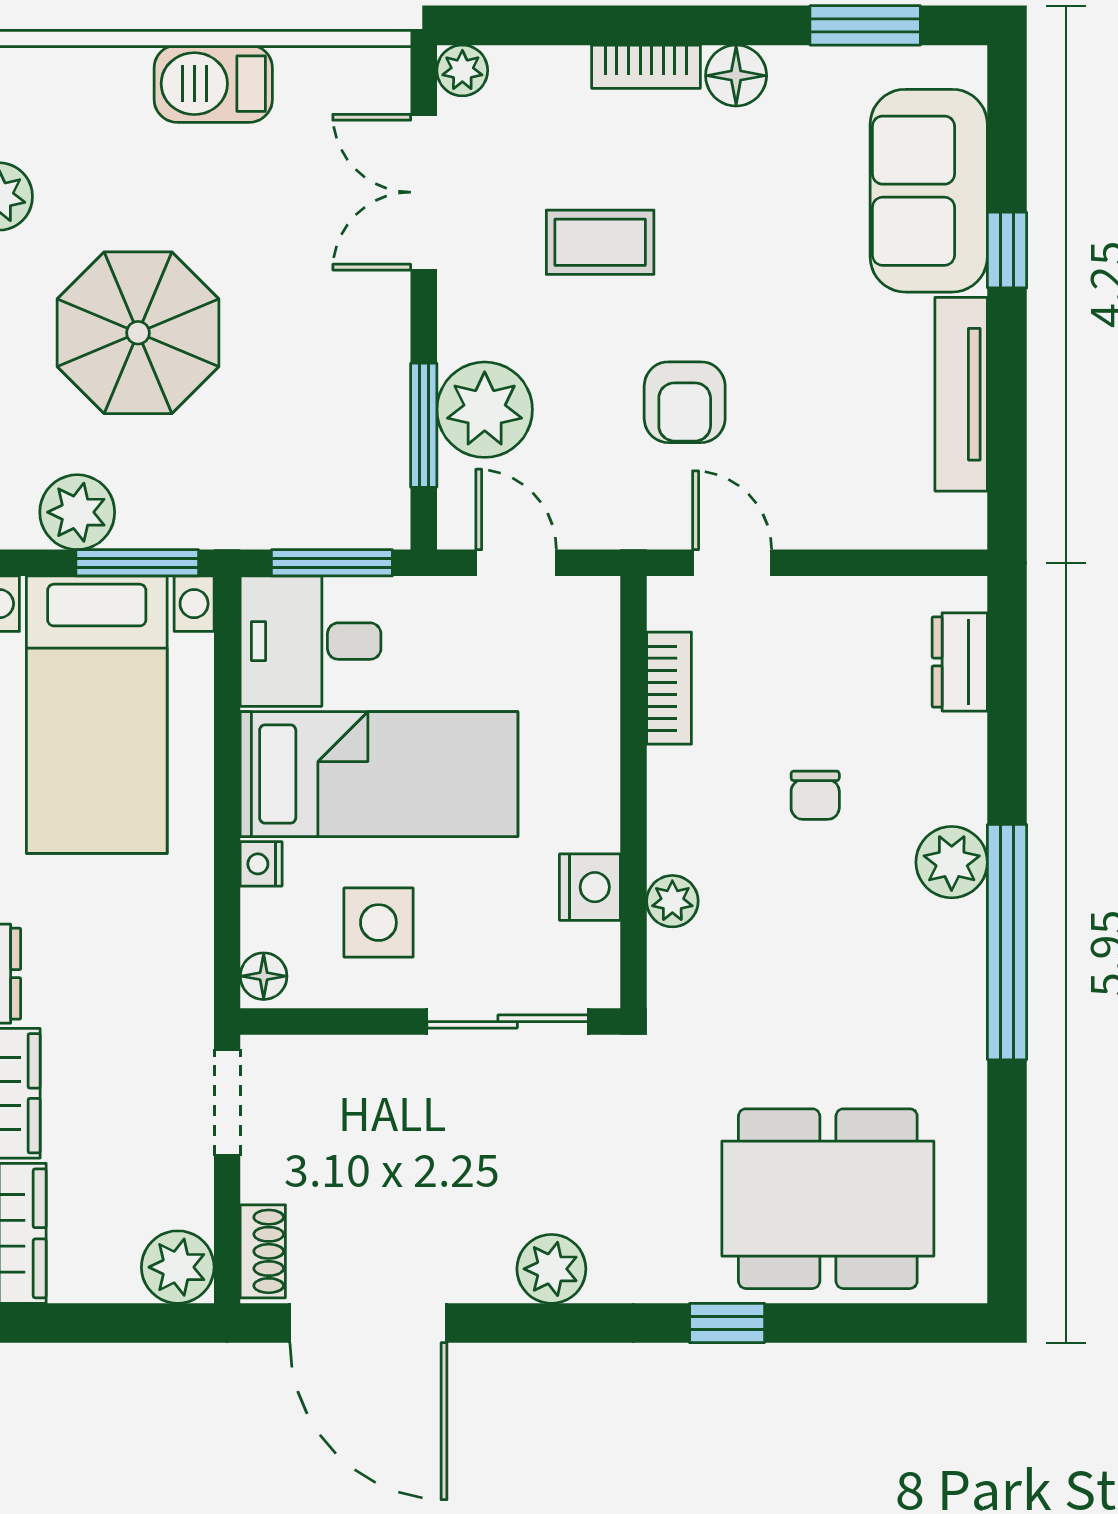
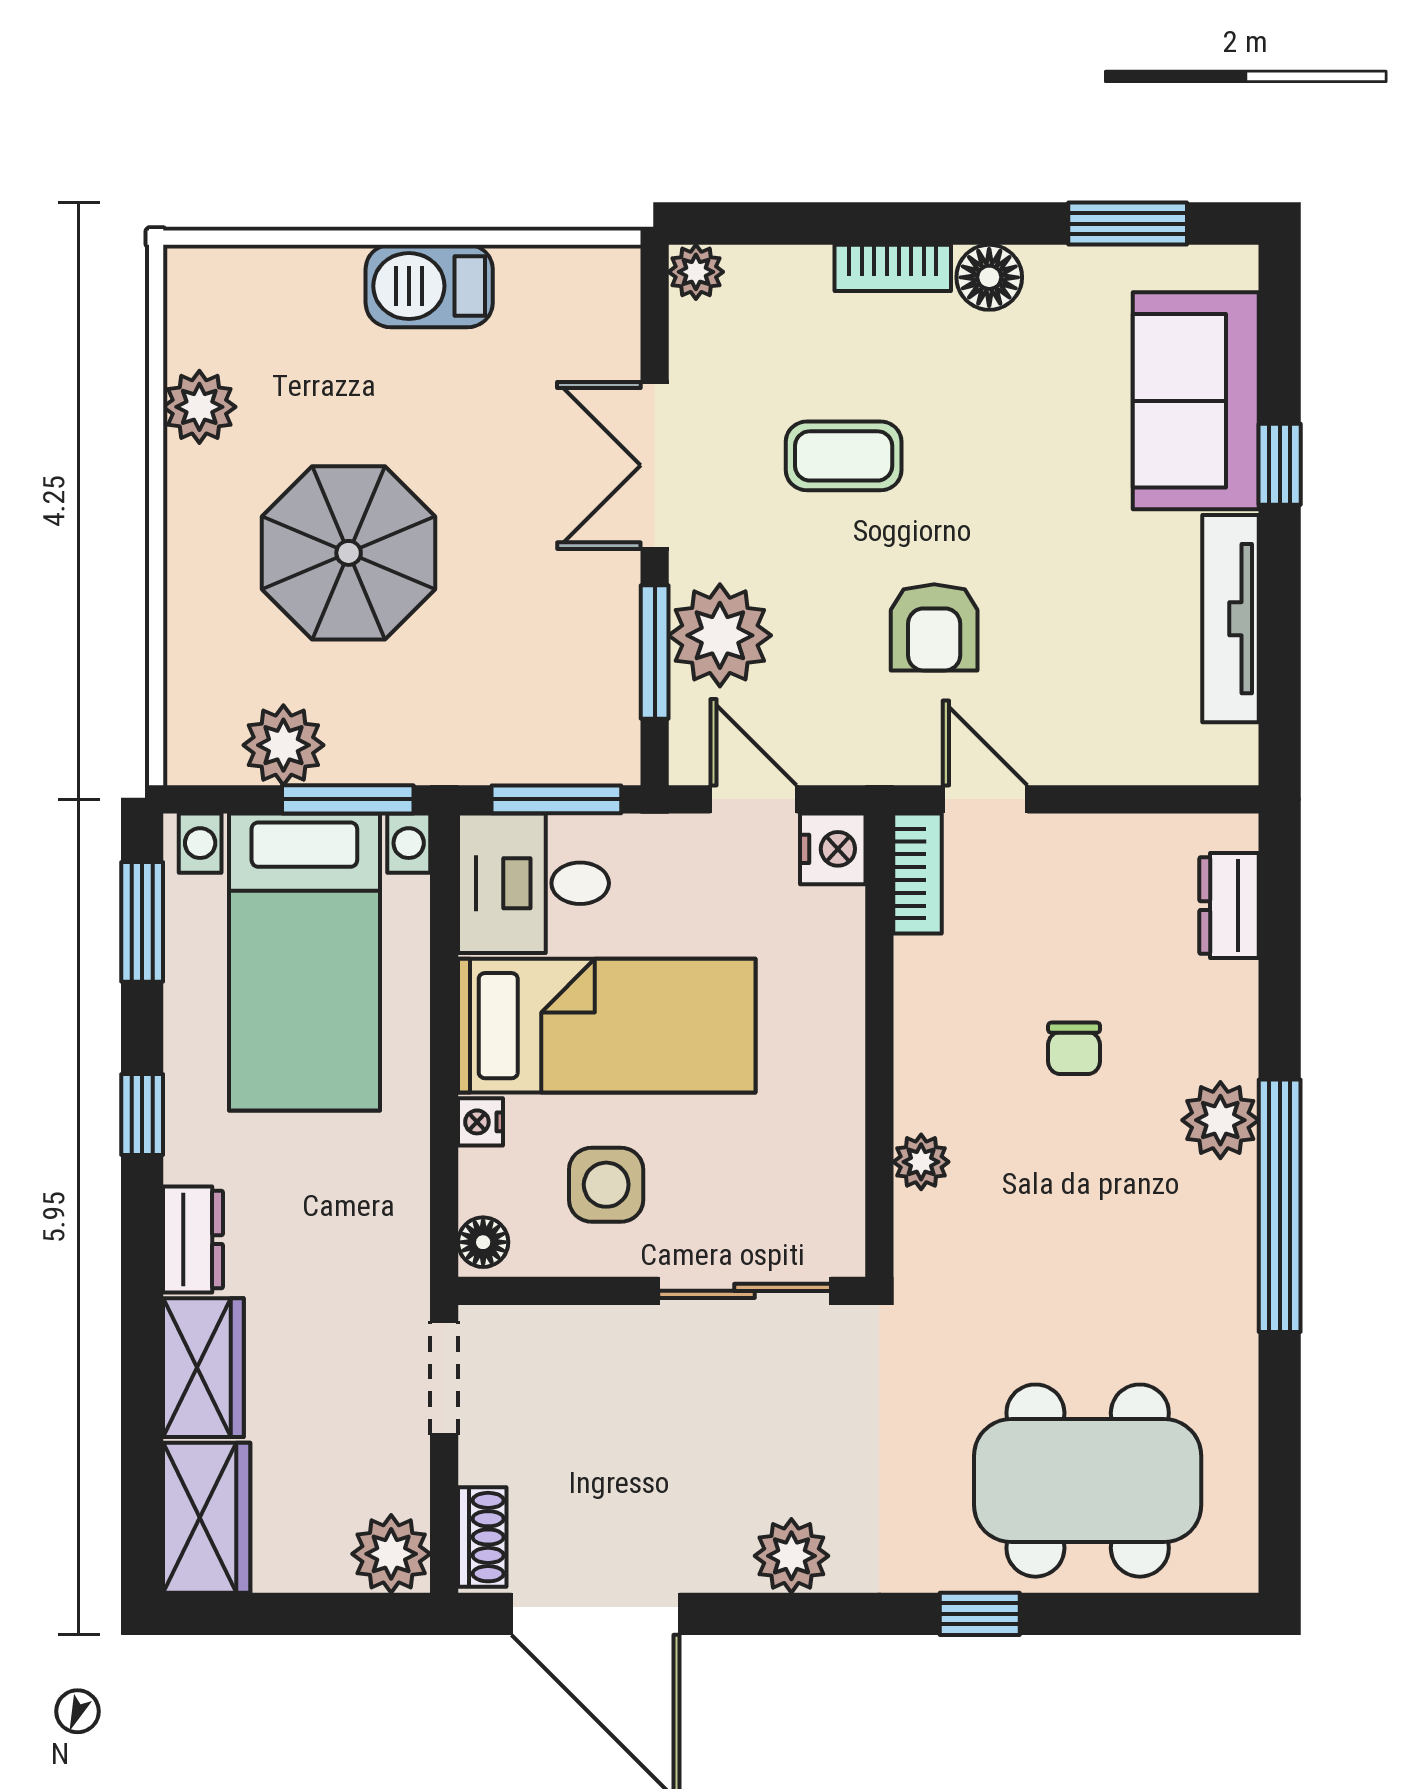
double door: (424, 192) -> (655, 465), moved
bookcase: (669, 688) -> (917, 873), moved
nightstand: (590, 887) -> (833, 849), moved

